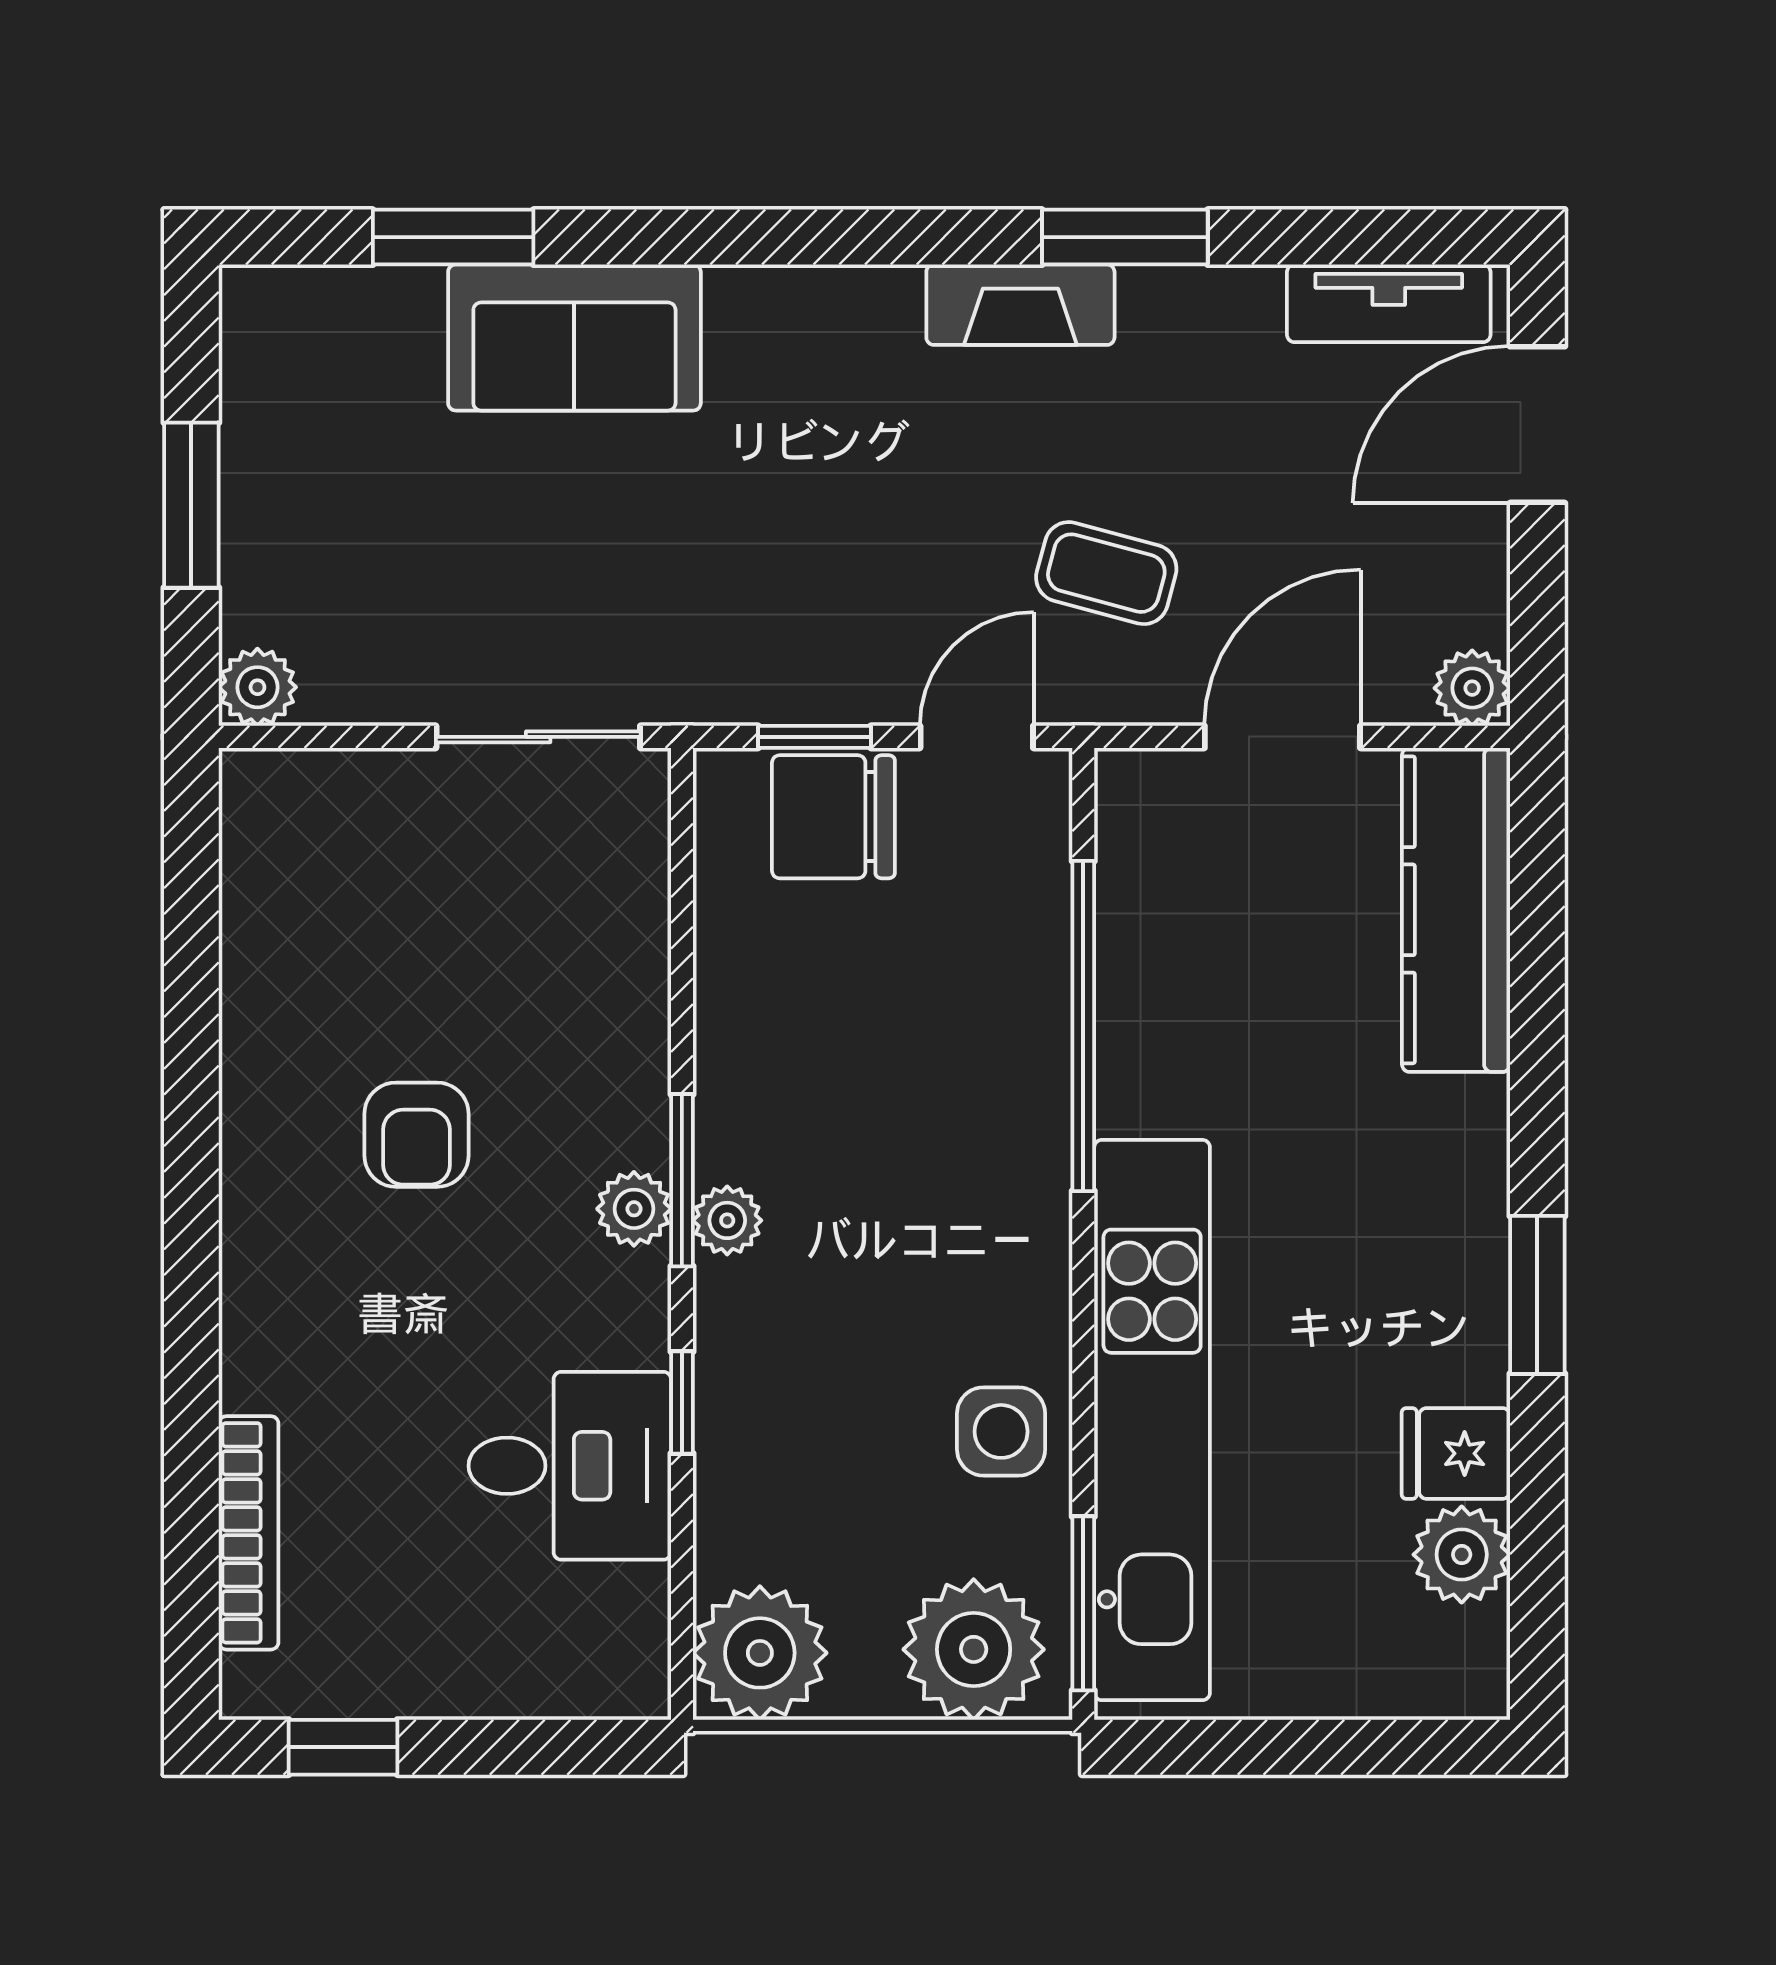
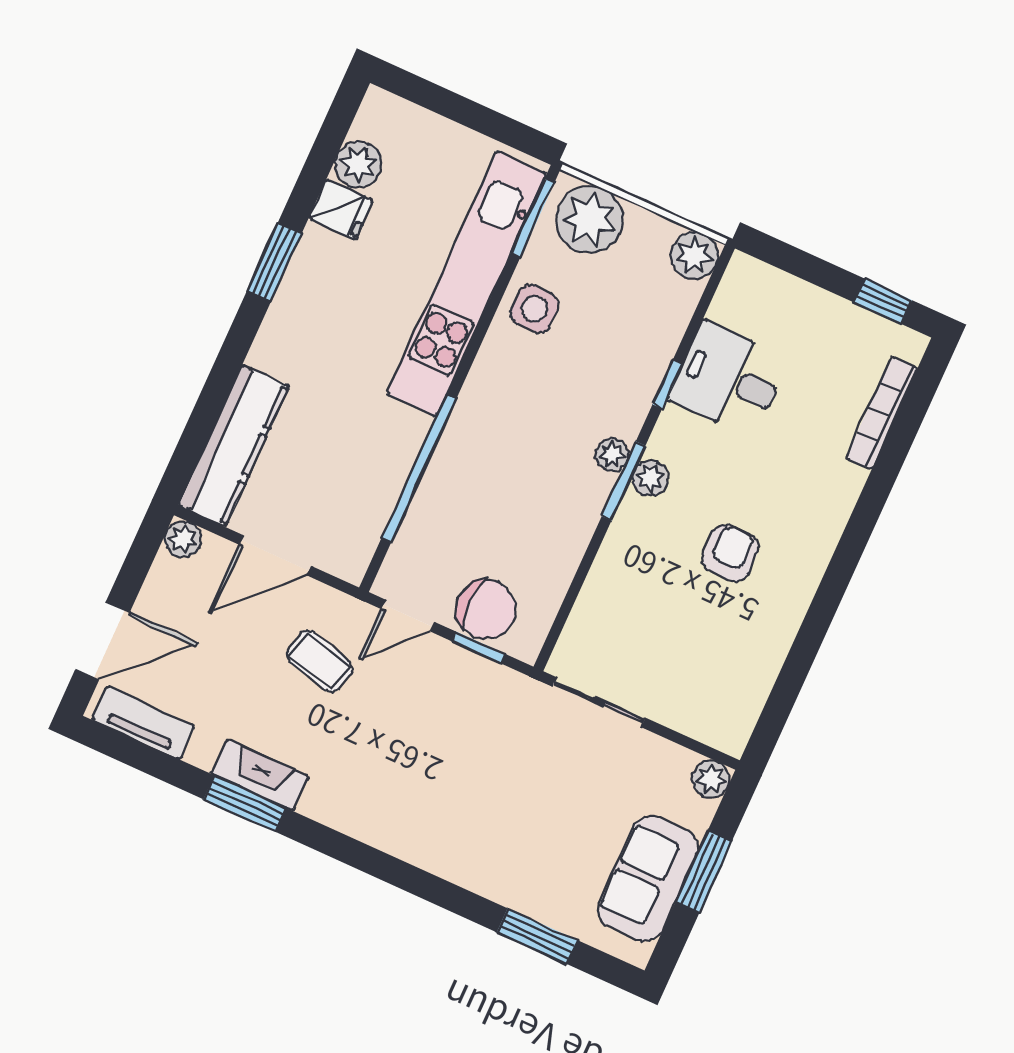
fireplace: (1020, 305) -> (260, 775), moved
sofa: (574, 338) -> (648, 878), moved, turned -90
plant: (760, 1653) -> (694, 256), width x0.73, depth x0.73

